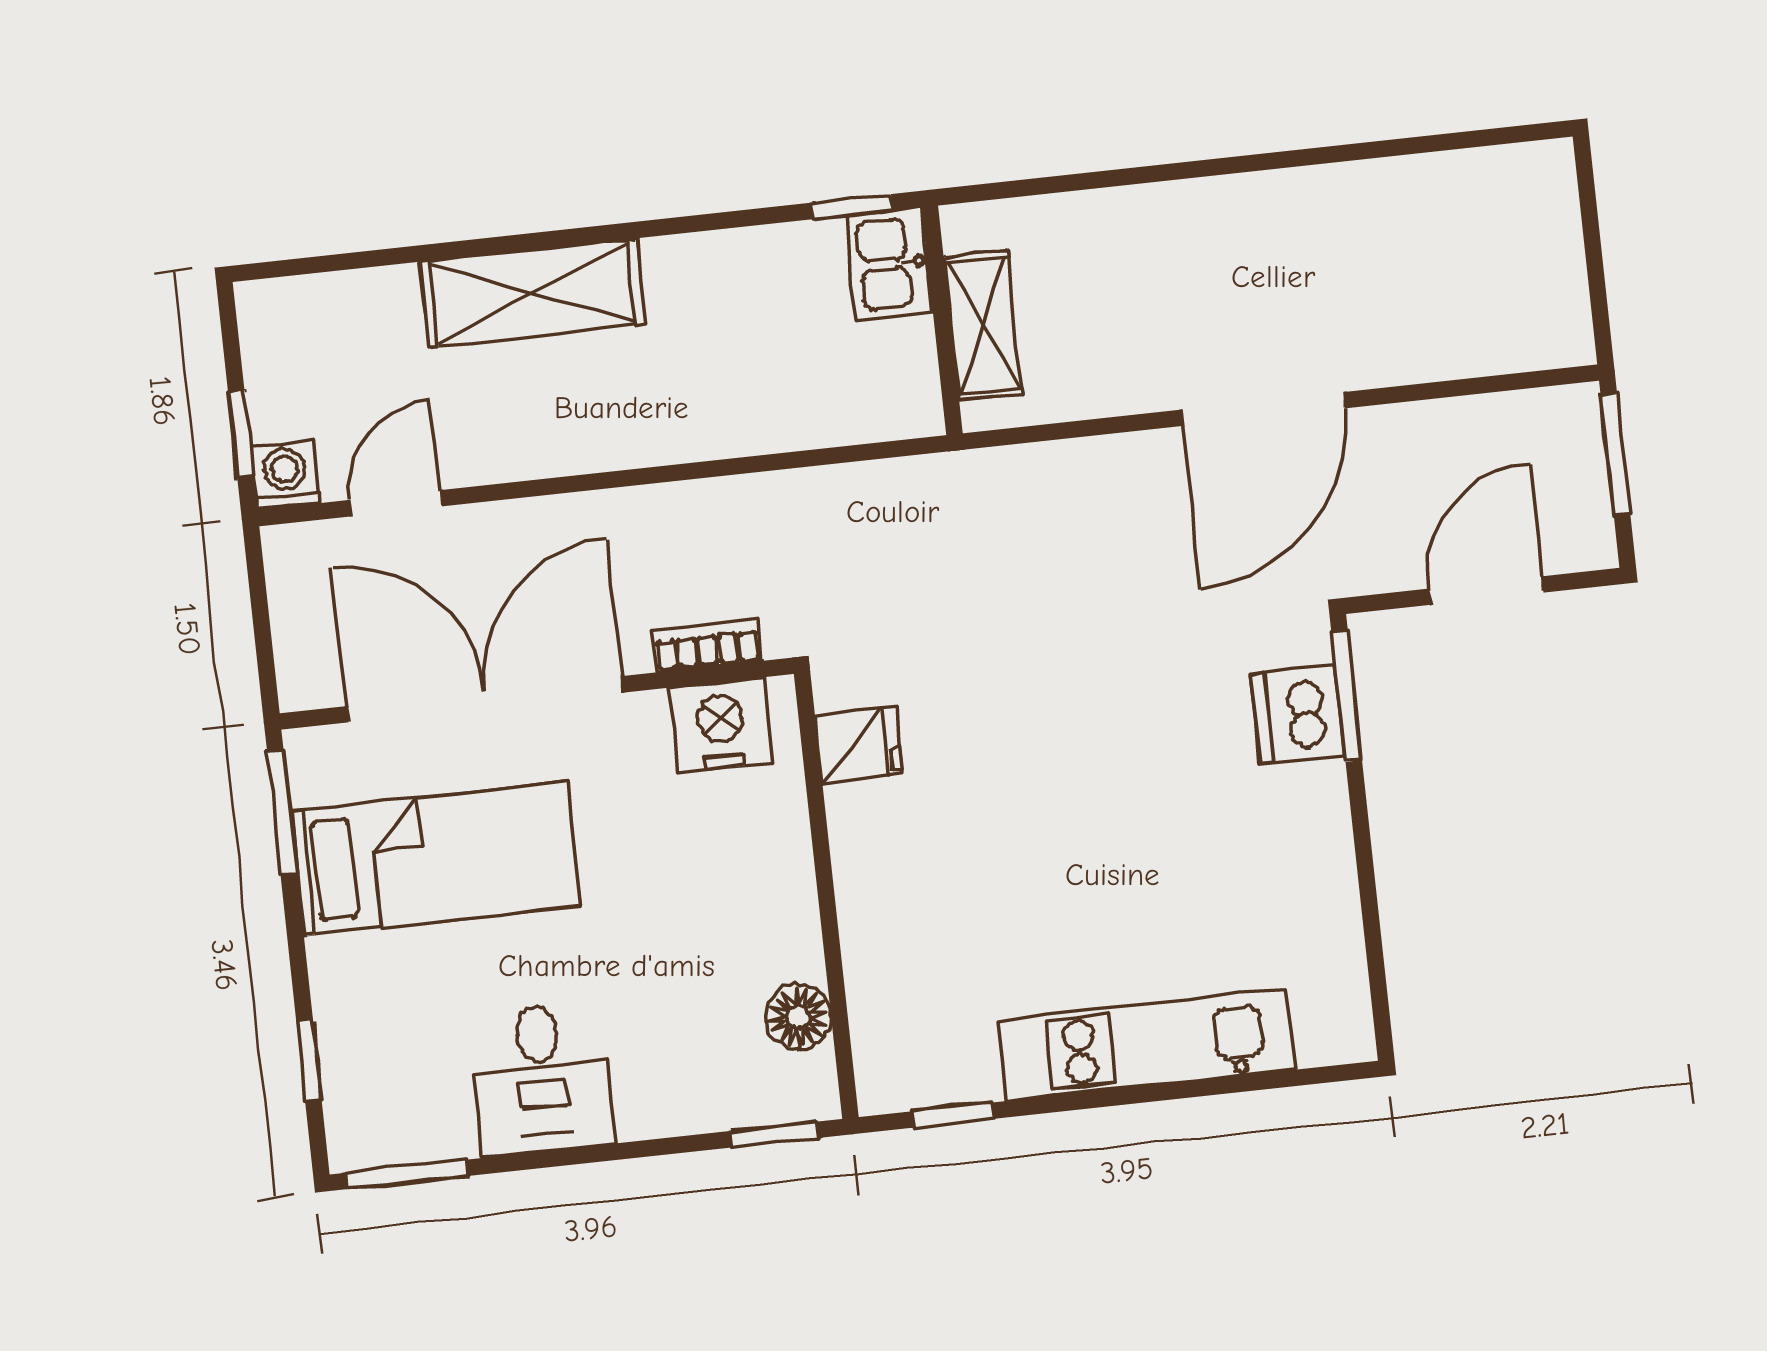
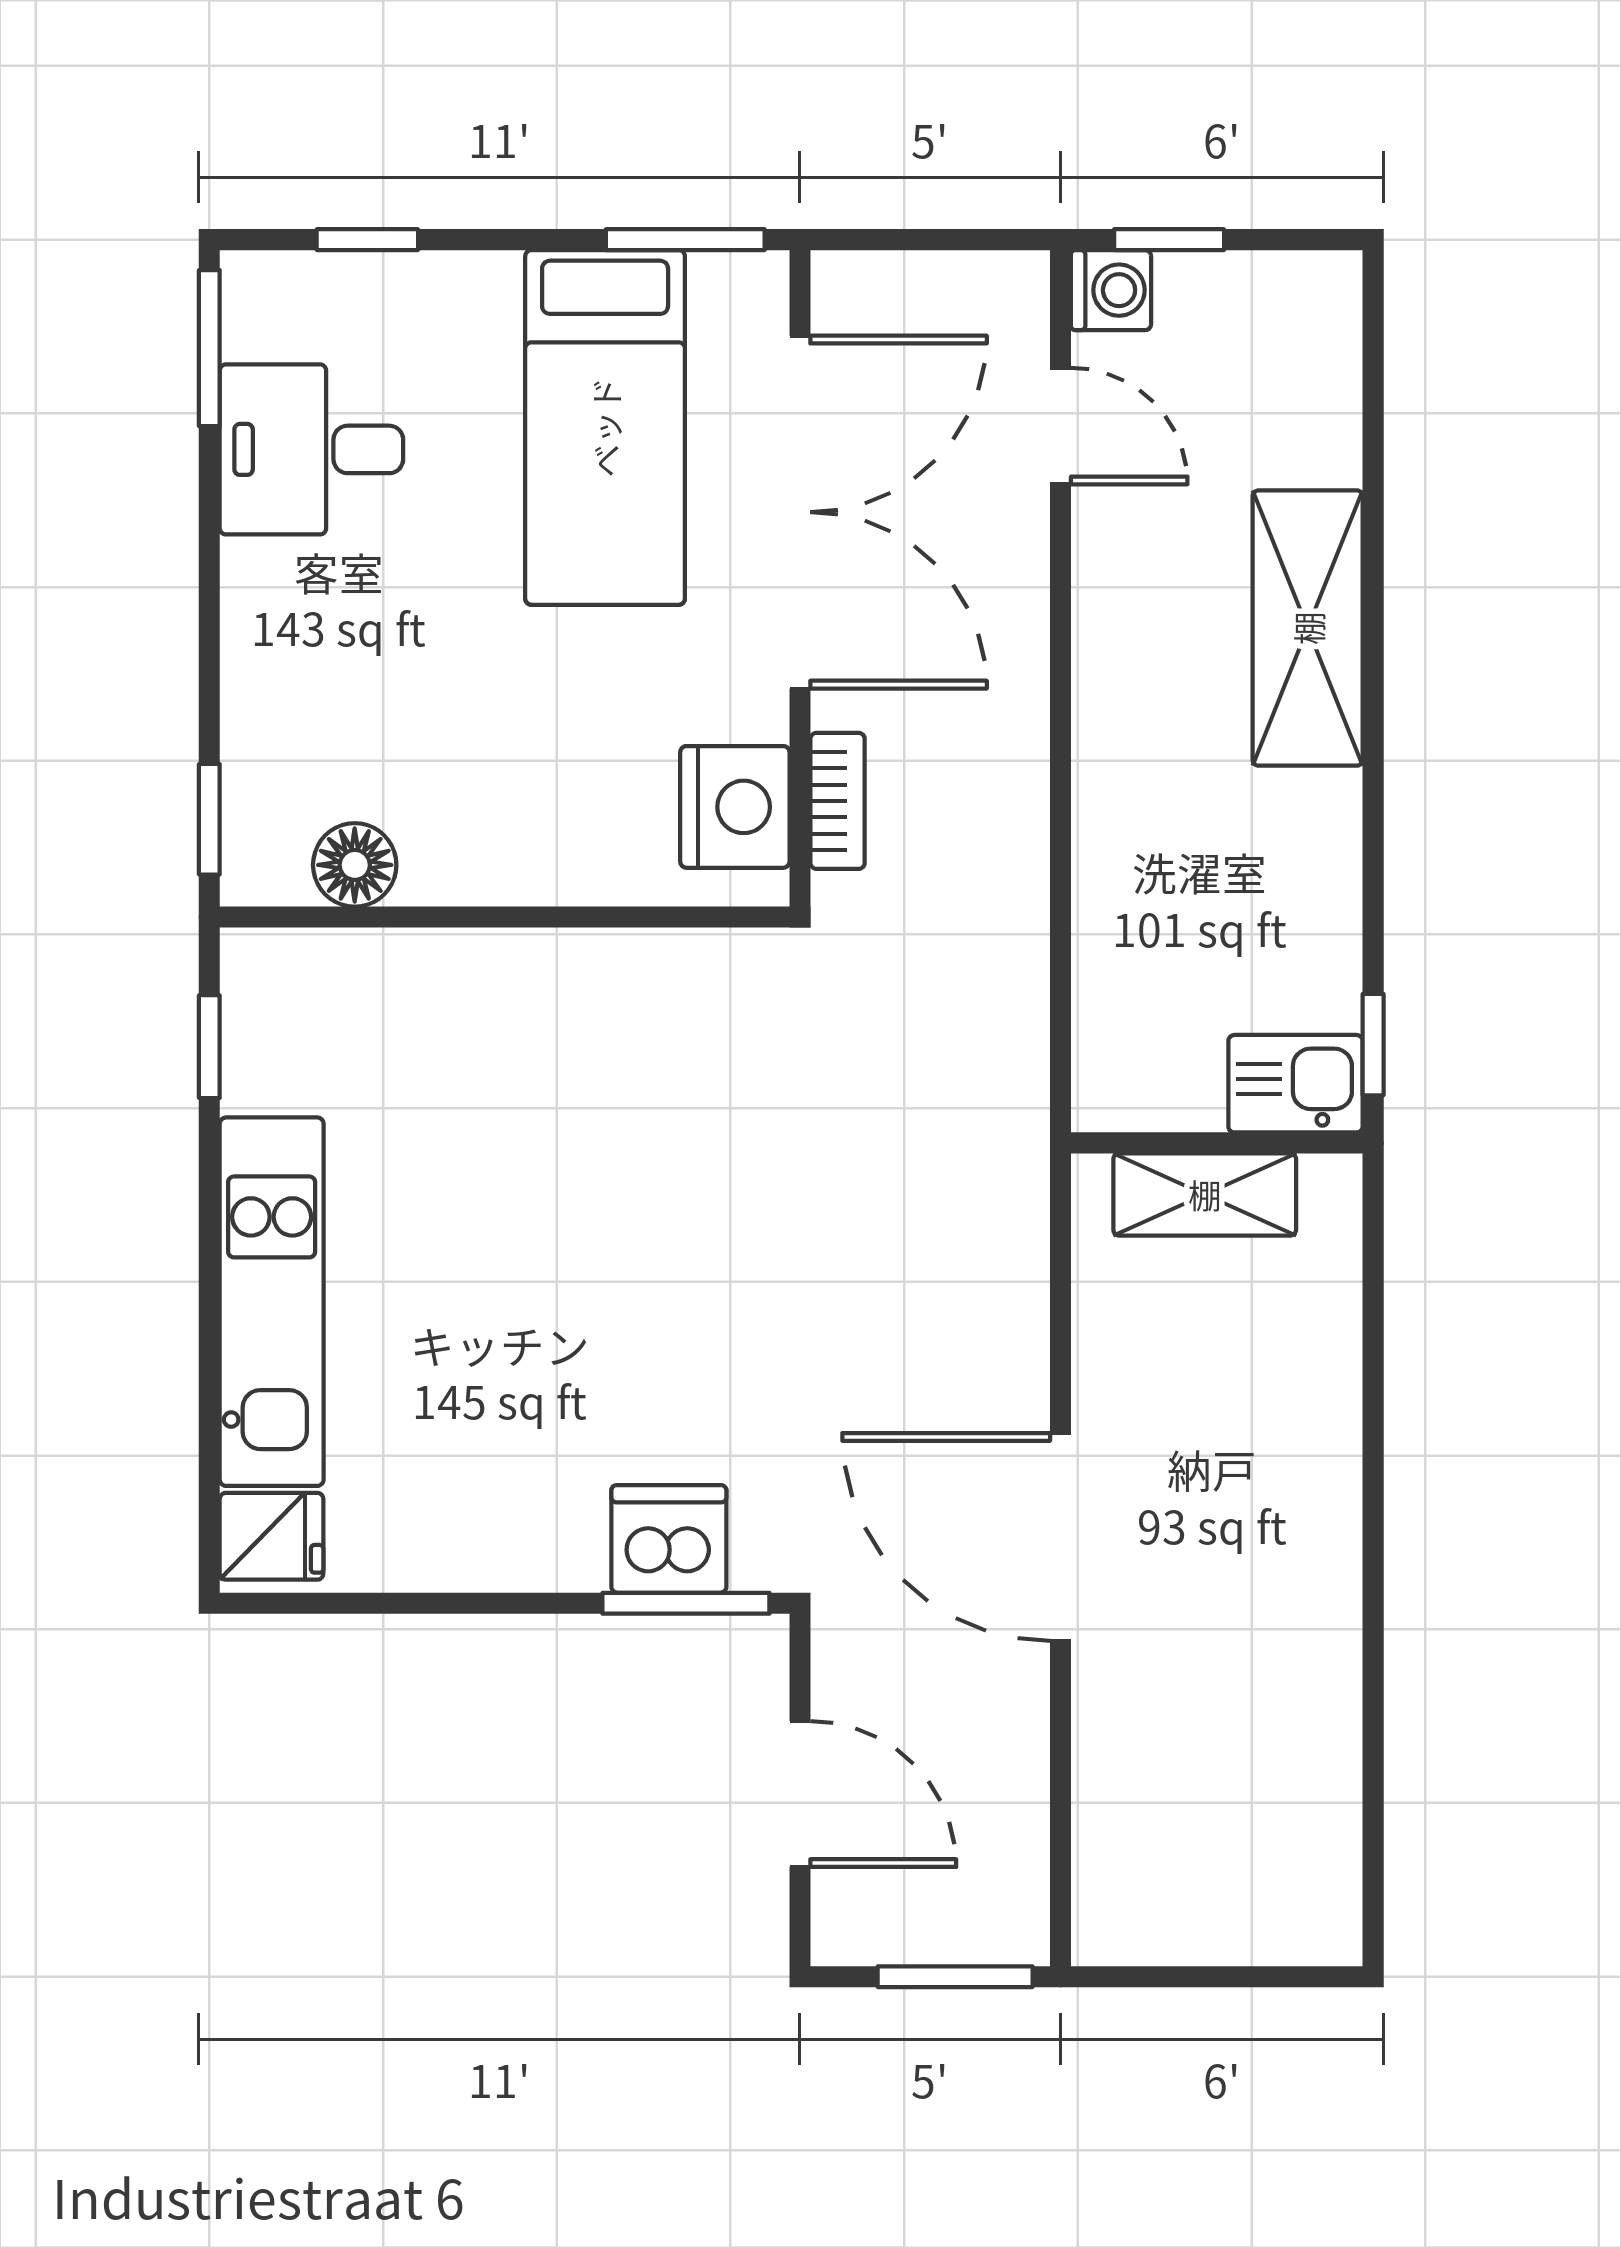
fridge: (859, 745) -> (272, 1536), moved, turned -90
desk: (541, 1079) -> (311, 449), moved

